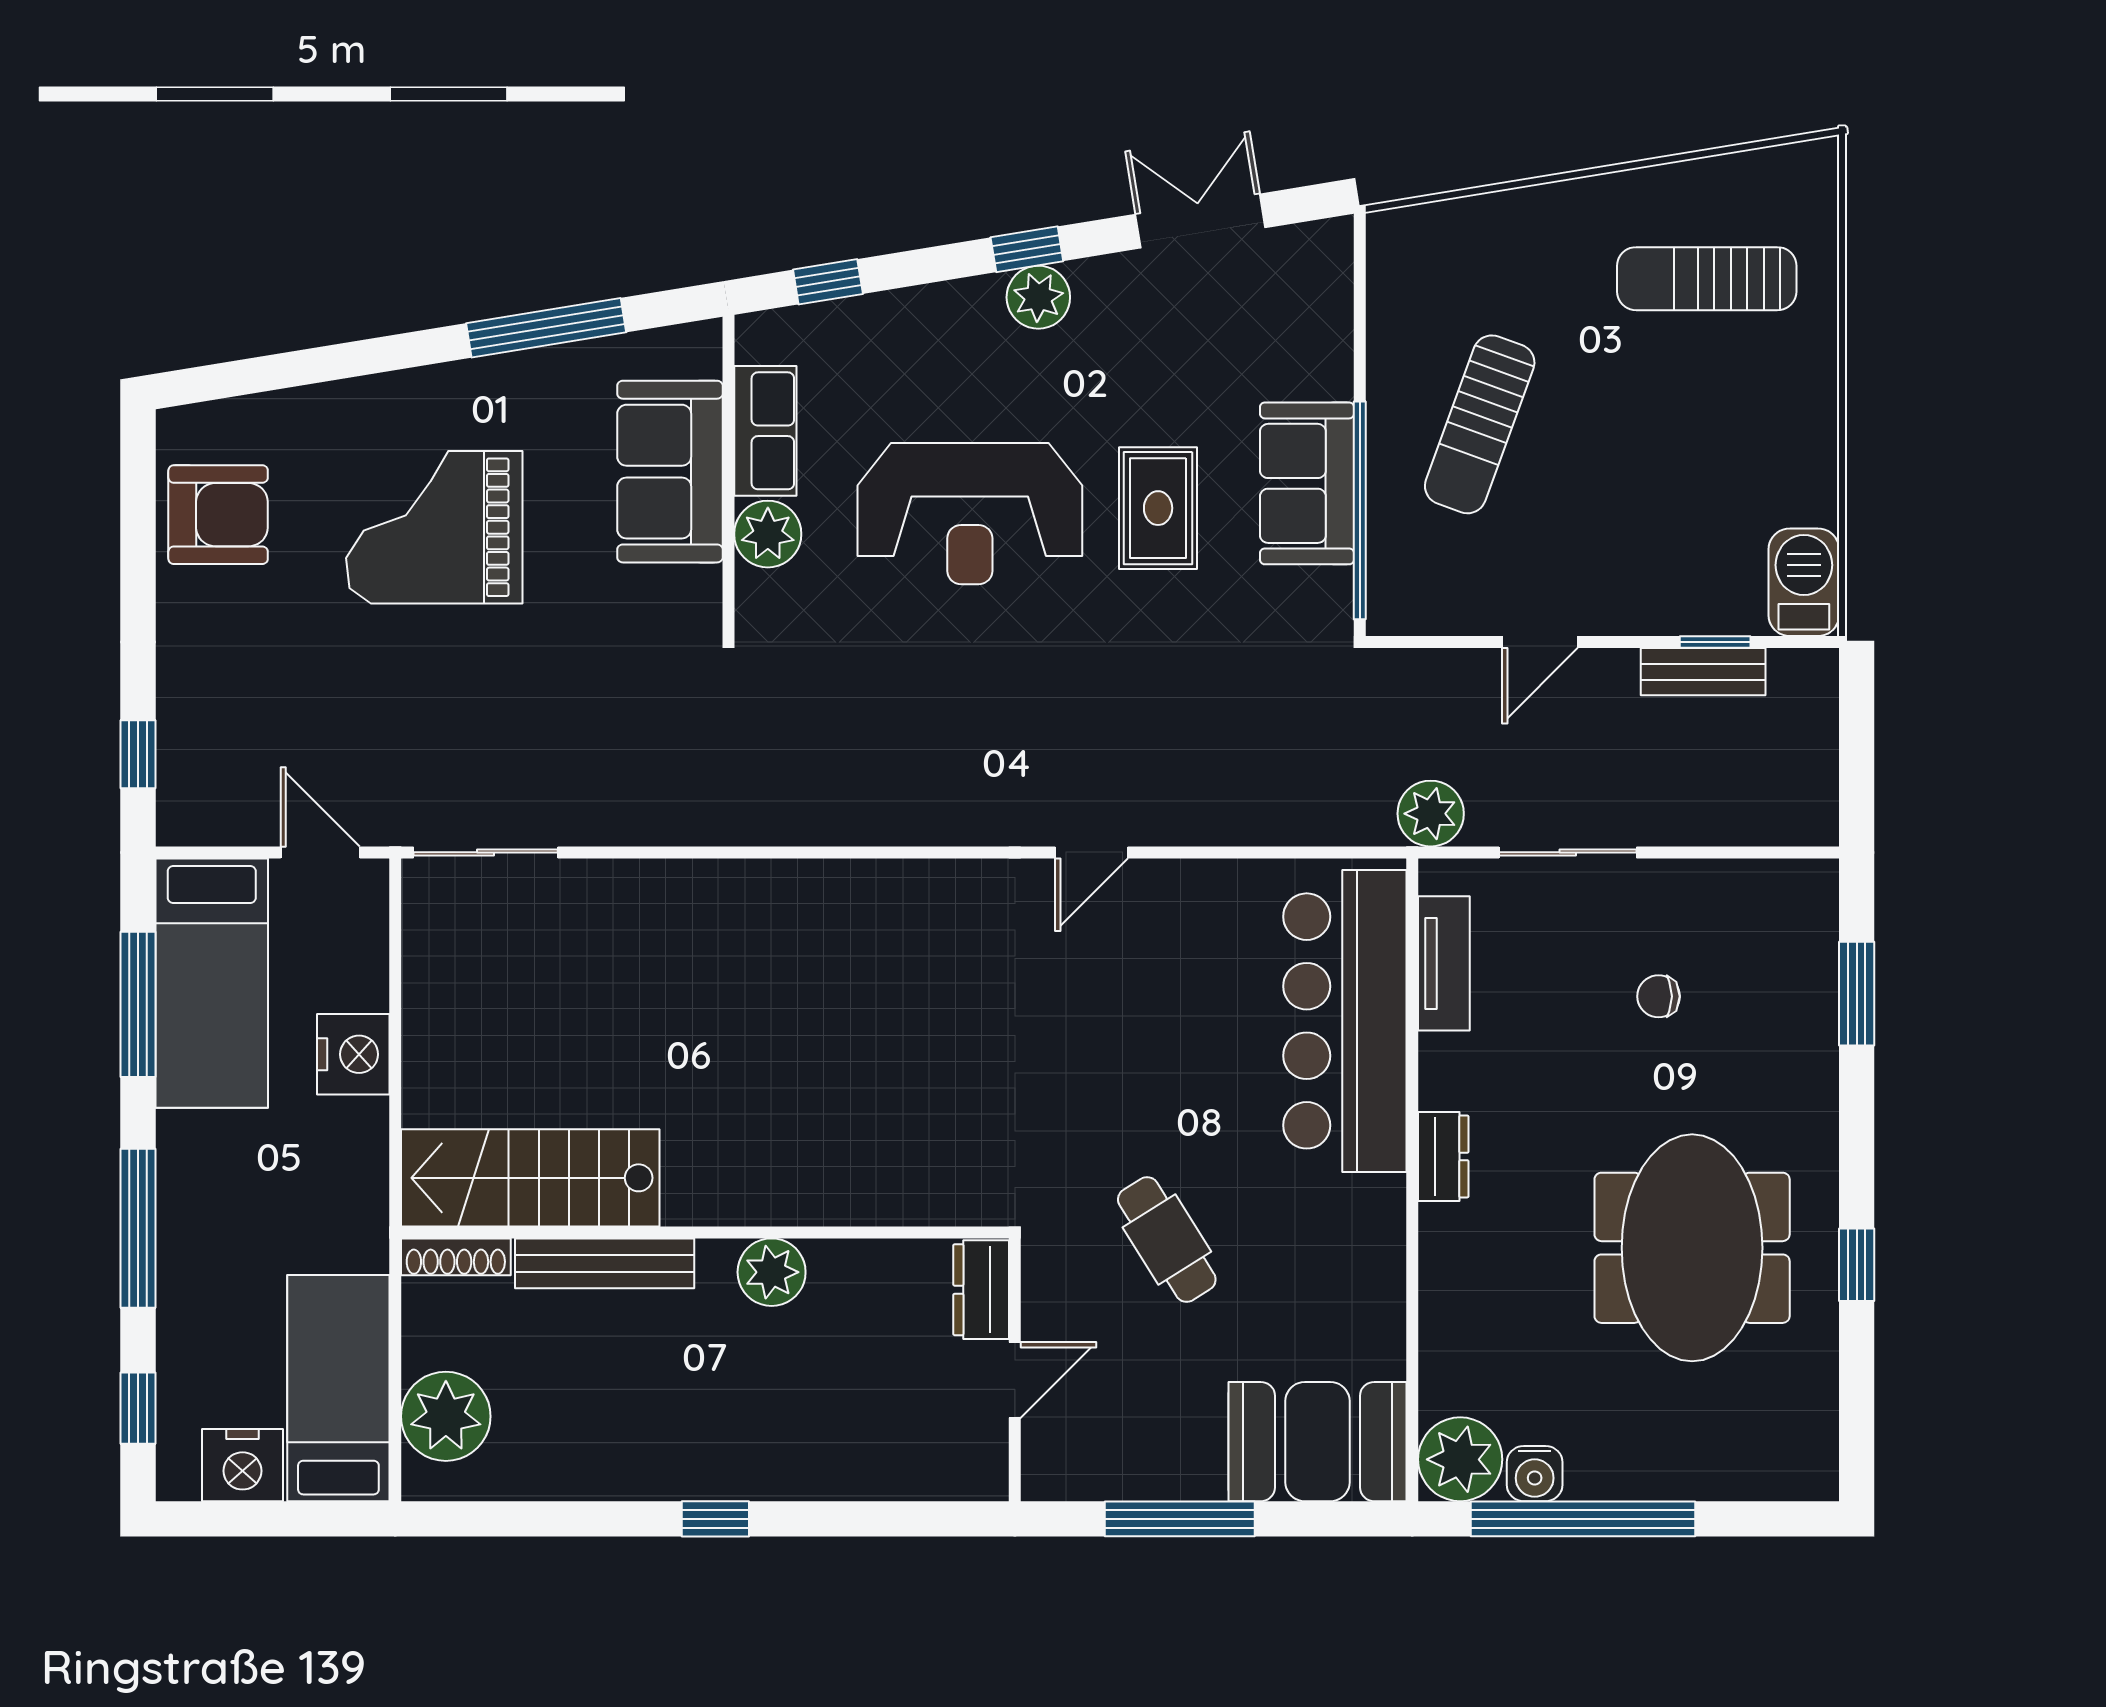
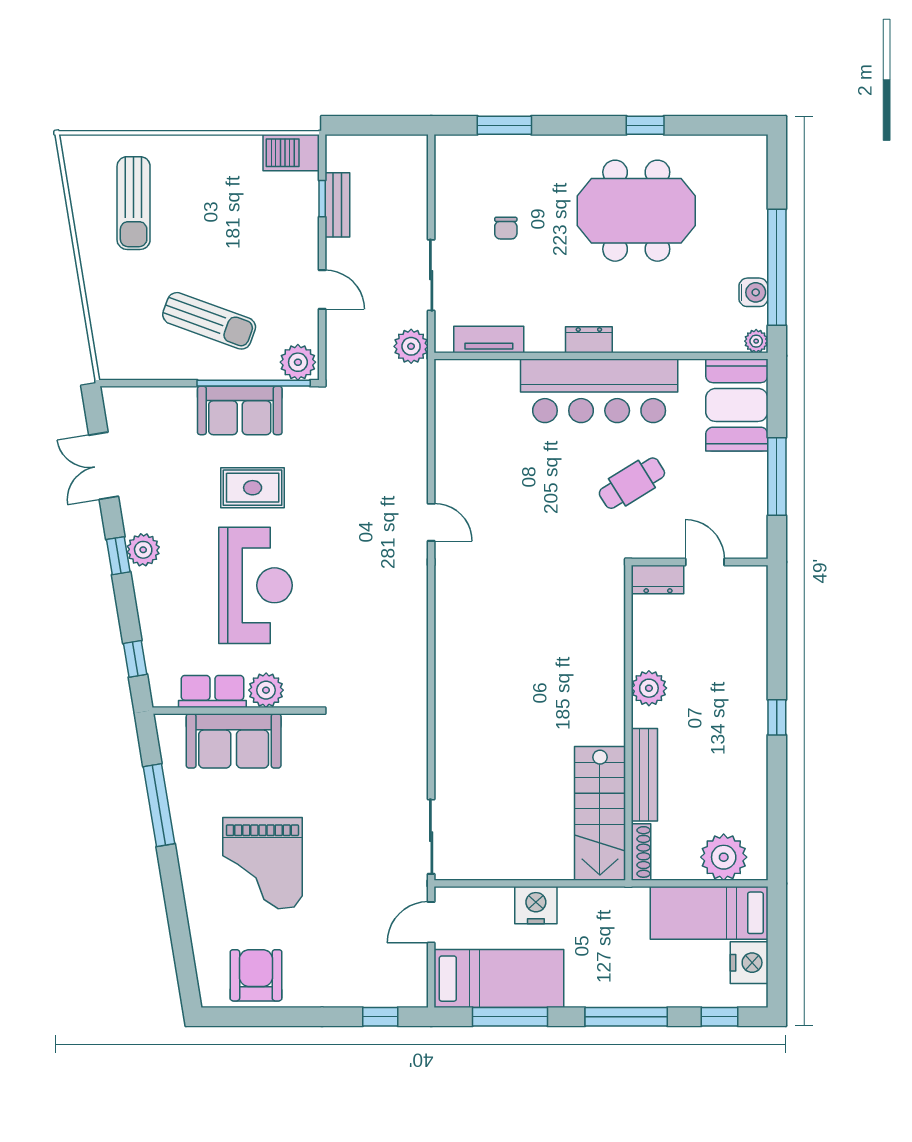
plant: (1400, 596) -> (298, 362), added
bar counter: (1345, 1021) -> (599, 391), moved
plant: (1460, 1459) -> (756, 341), width x0.53, depth x0.53

